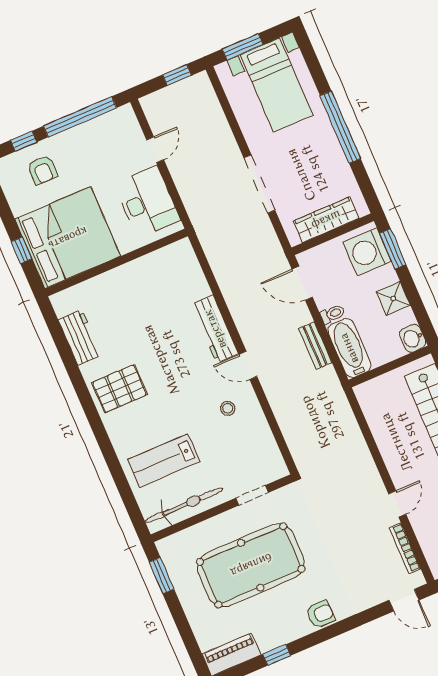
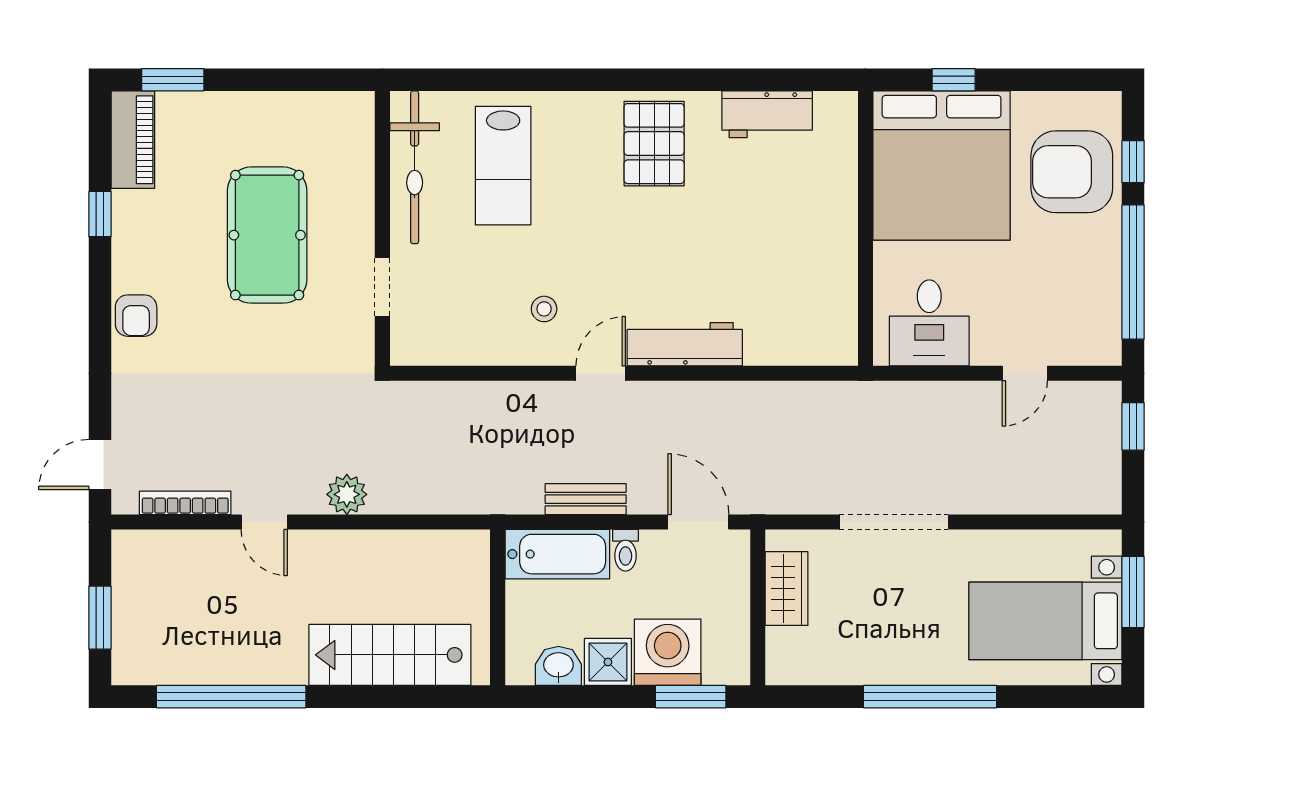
window: (177, 75) -> (1133, 426), moved
door: (155, 150) -> (1025, 373), hinge flipped
armchair: (42, 170) -> (1072, 172), width x1.88, depth x1.88
desk: (147, 202) -> (929, 323), width x0.73
wardrobe: (326, 220) -> (787, 589), width x0.67
washing machine: (367, 252) -> (668, 652), moved
door: (302, 283) -> (698, 522), hinge flipped
washbasin: (413, 338) -> (558, 666), moved
lab bench: (164, 461) -> (503, 166), turned 180
plant: (365, 468) -> (347, 494), added
pool table: (251, 565) -> (267, 235), width x0.73, depth x0.76
window: (162, 576) -> (173, 80), moved

